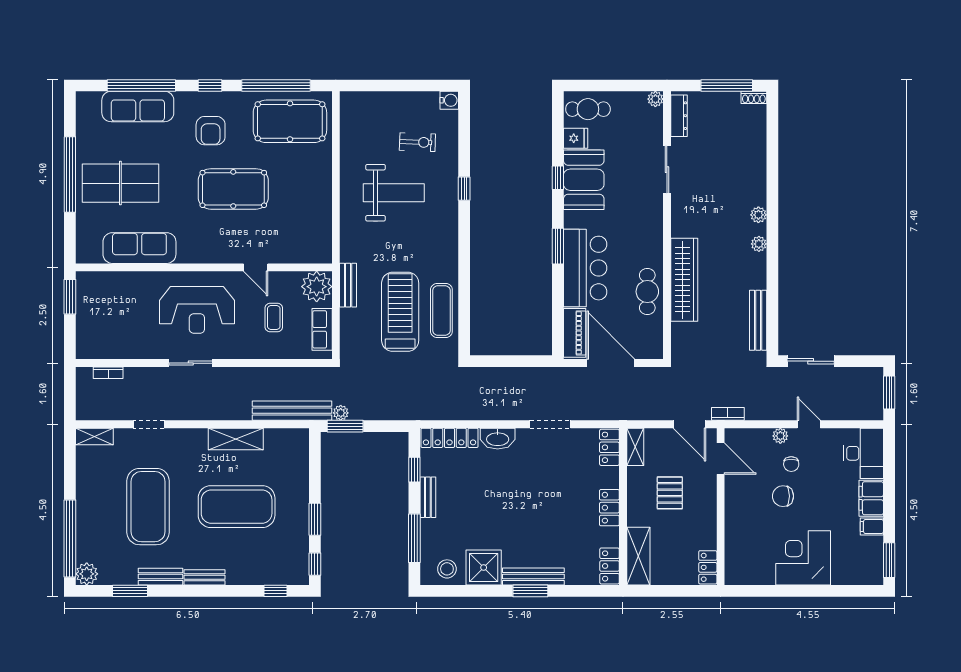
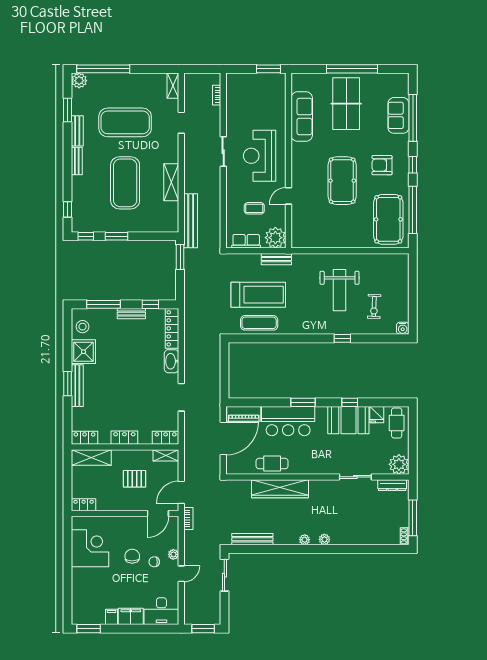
plant: (655, 99) -> (399, 464), width x1.88, depth x1.88
sofa: (138, 106) -> (398, 115), width x0.73
plant: (341, 413) -> (189, 254), removed
corner desk: (803, 558) -> (90, 548), moved

